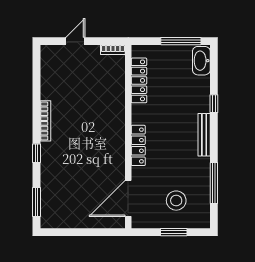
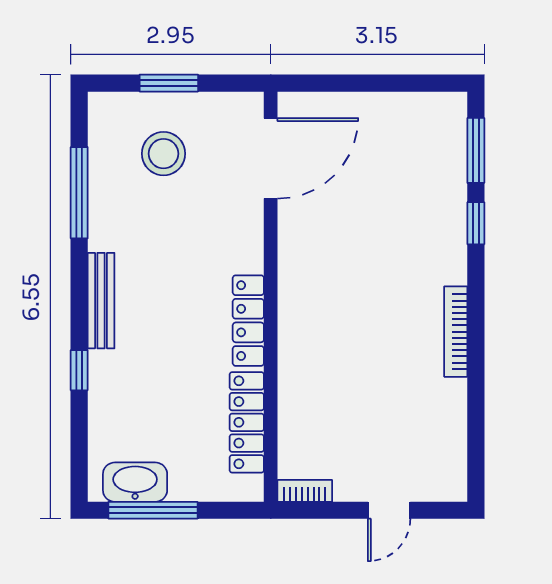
washbasin: (201, 61) -> (135, 482), moved, turned -90
locker: (138, 145) -> (248, 321), moved
window: (37, 153) -> (476, 223), moved

